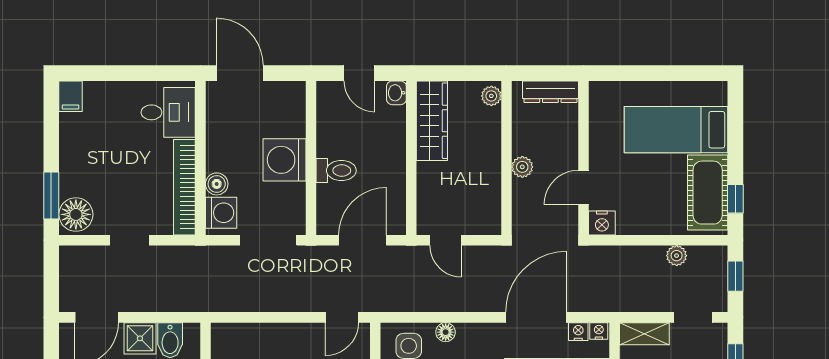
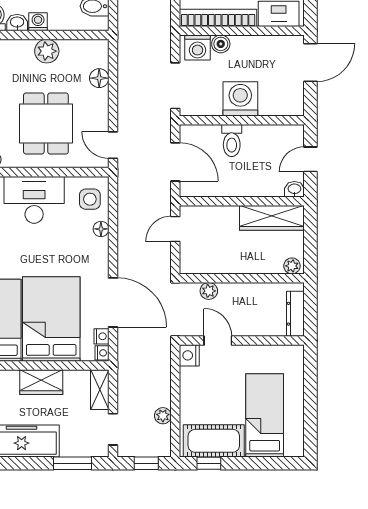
plant: (522, 167) -> (209, 291), moved
floor lamp: (259, 334) -> (99, 78), added

